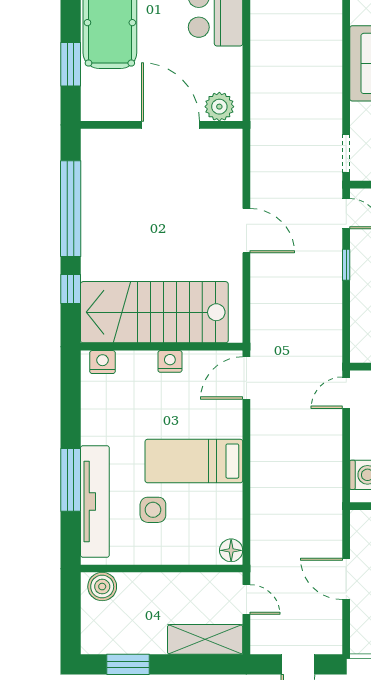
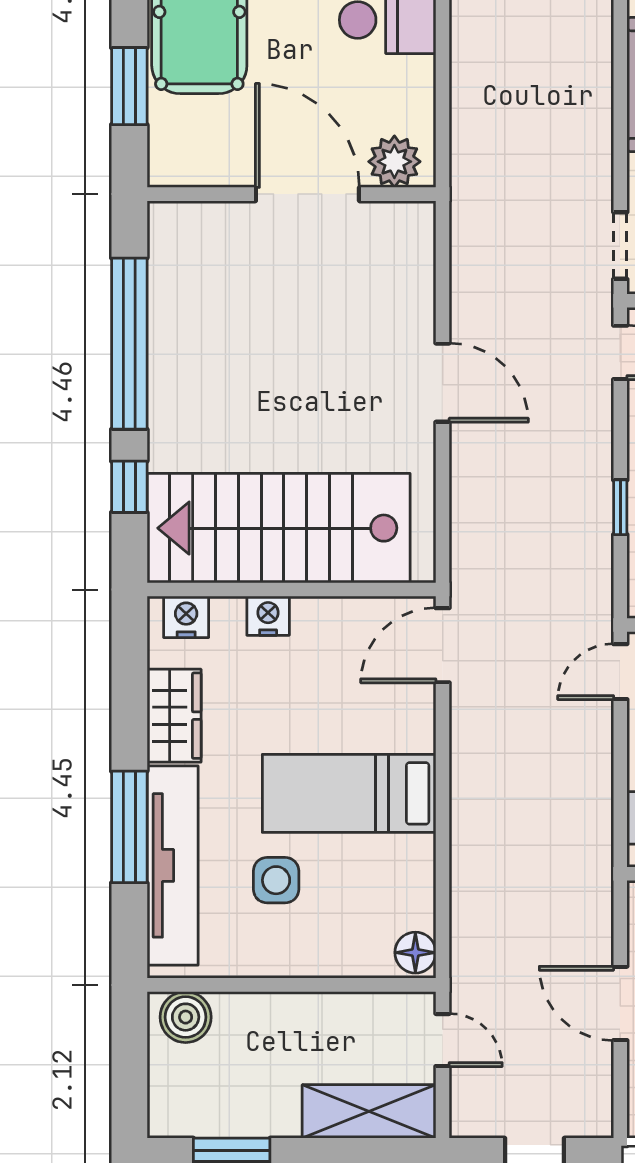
window: (346, 265) -> (620, 507), moved
nightstand: (170, 361) -> (268, 616), moved
wardrobe: (96, 417) -> (174, 716), added

